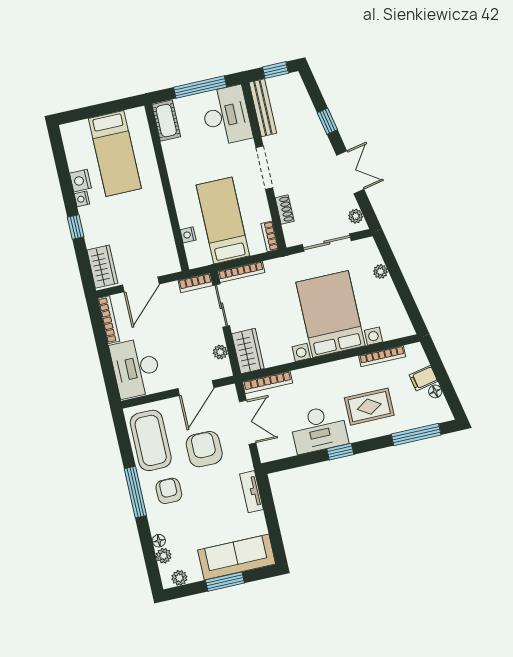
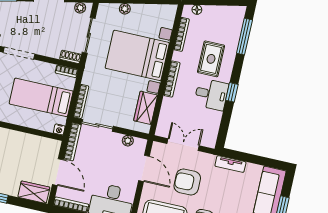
shoe rack: (285, 209) -> (71, 57), moved
nightstand: (188, 235) -> (59, 129), moved
bookcase: (195, 283) -> (72, 142), width x1.56
wardrobe: (248, 351) -> (146, 108), moved, turned -90
filing cabinet: (423, 378) -> (209, 14), removed
bookcase: (268, 382) -> (172, 79), moved
floor lamp: (435, 391) -> (197, 10), moved
desk: (319, 429) -> (211, 94), width x0.73

